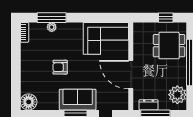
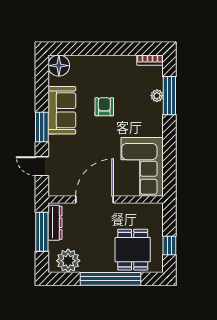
sofa: (78, 100) -> (62, 110), moved
dresser: (149, 105) -> (55, 223), width x1.44

